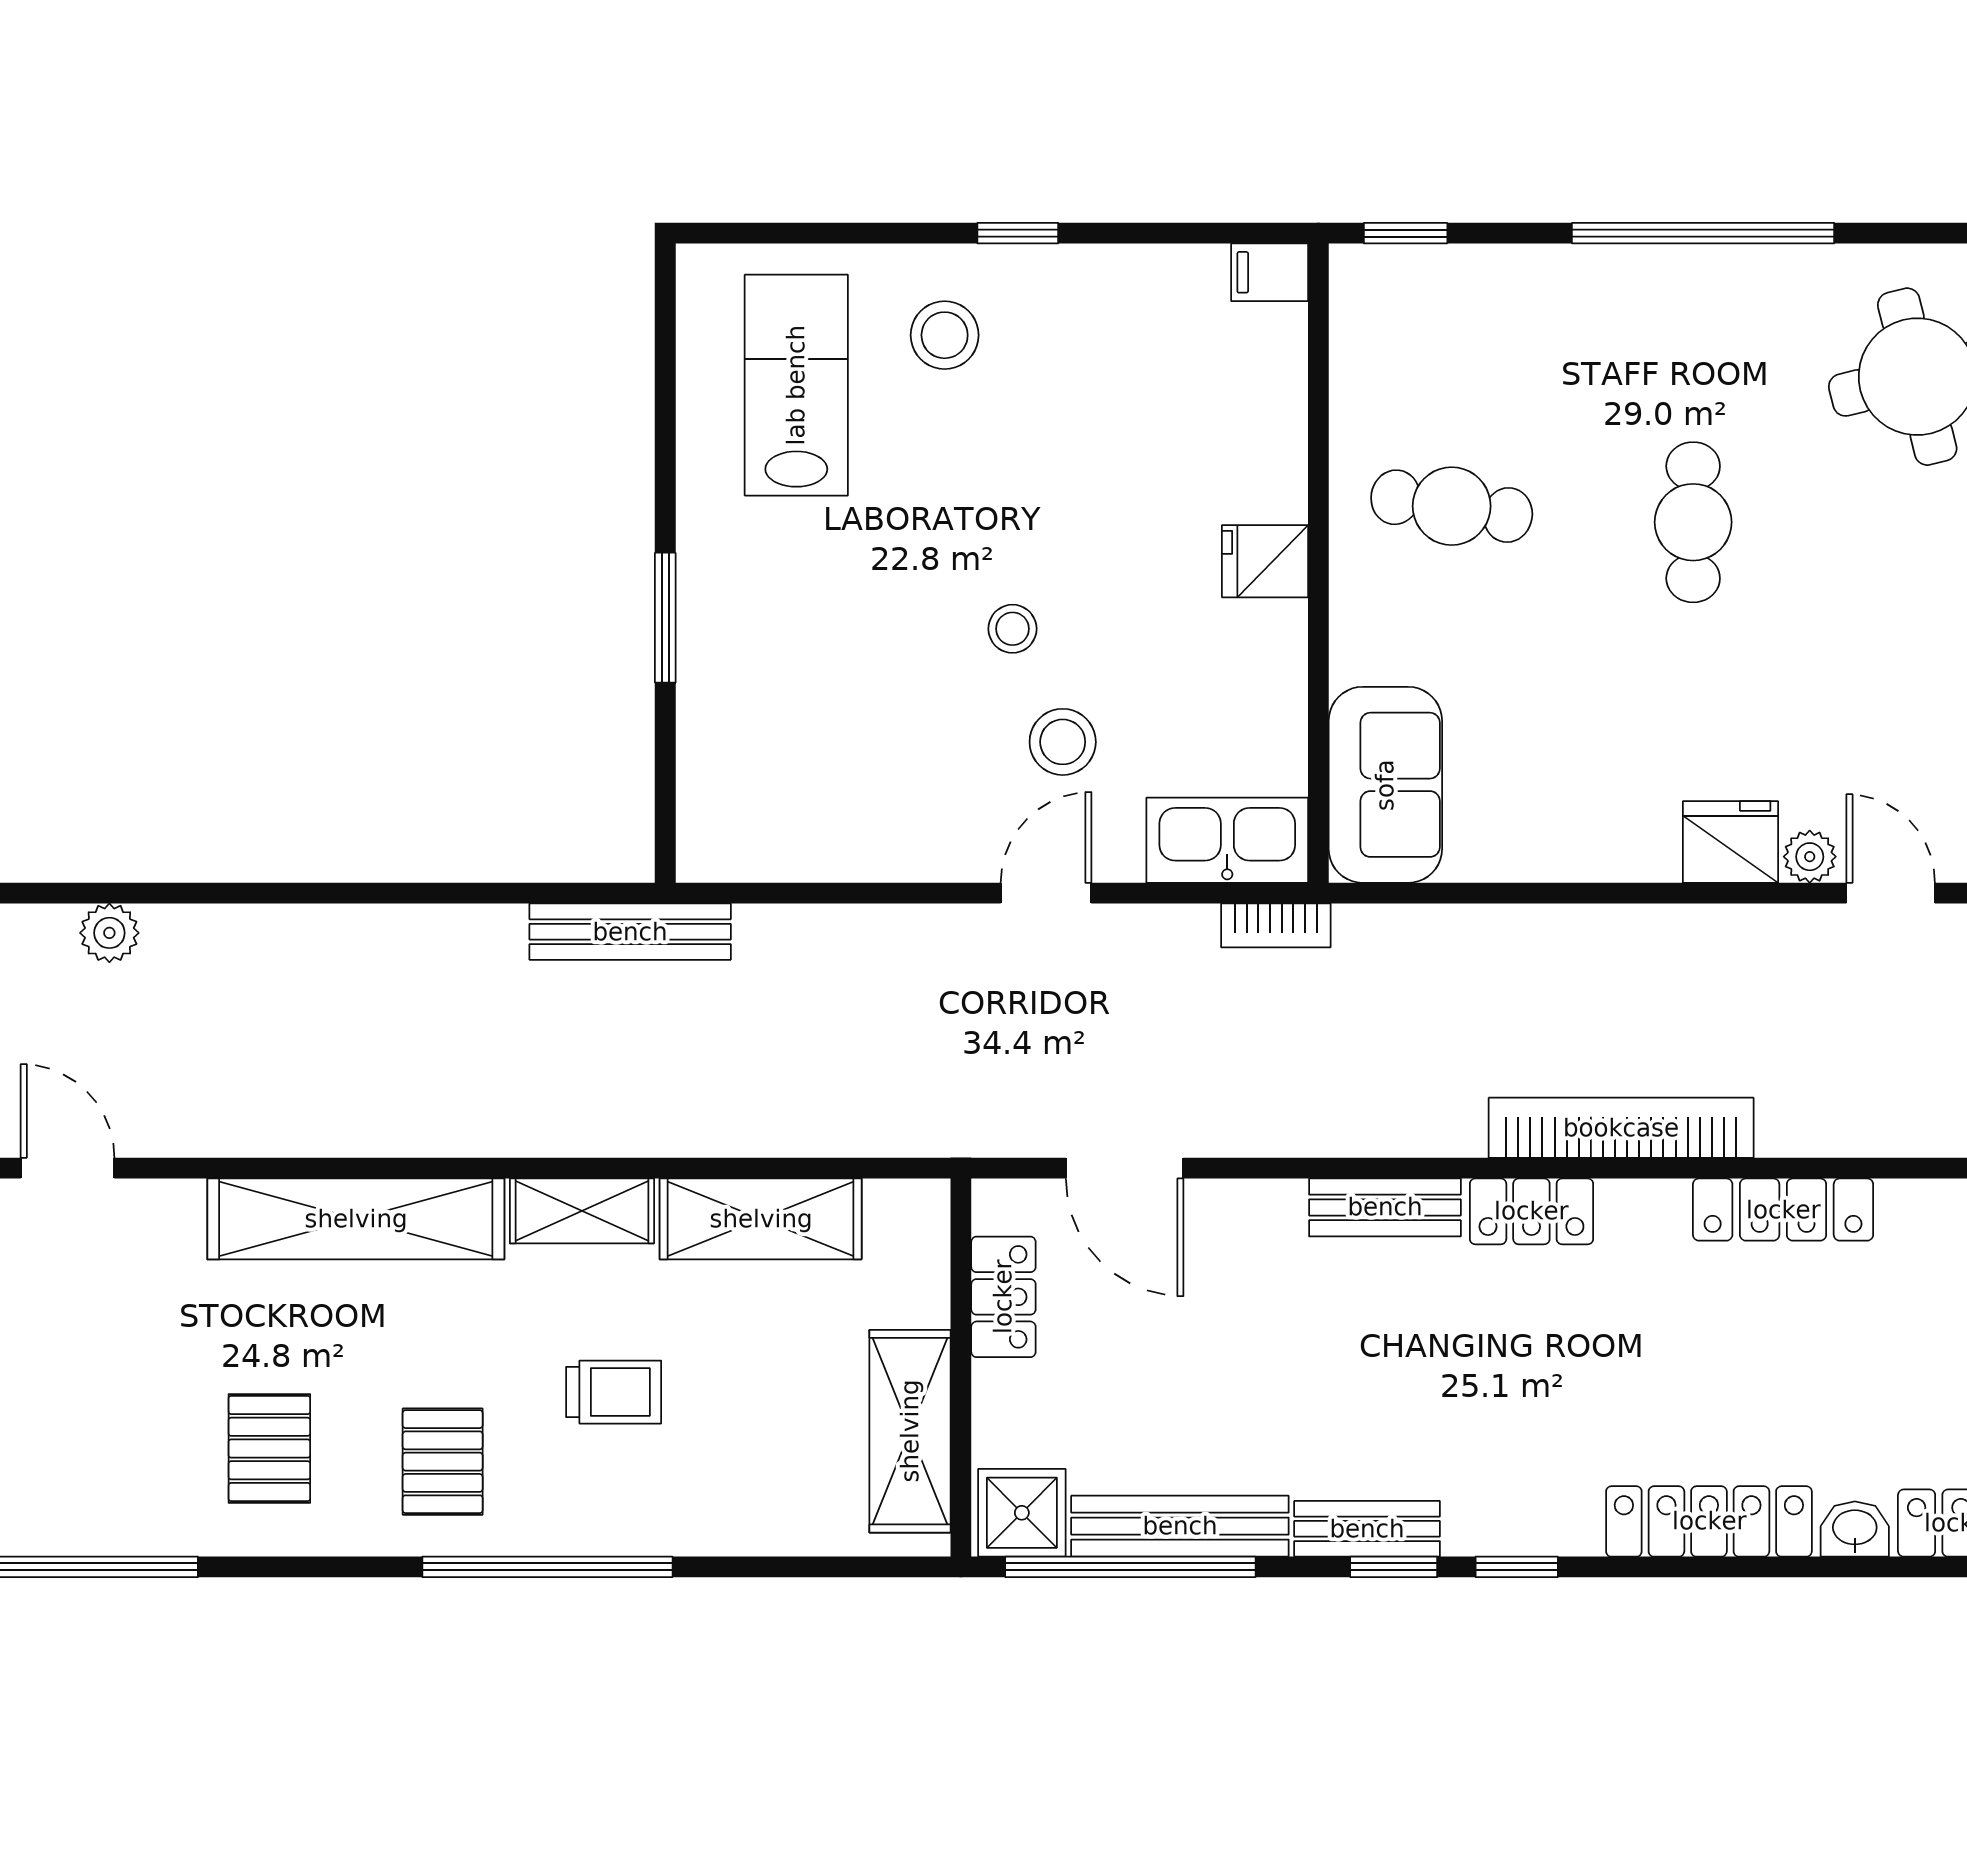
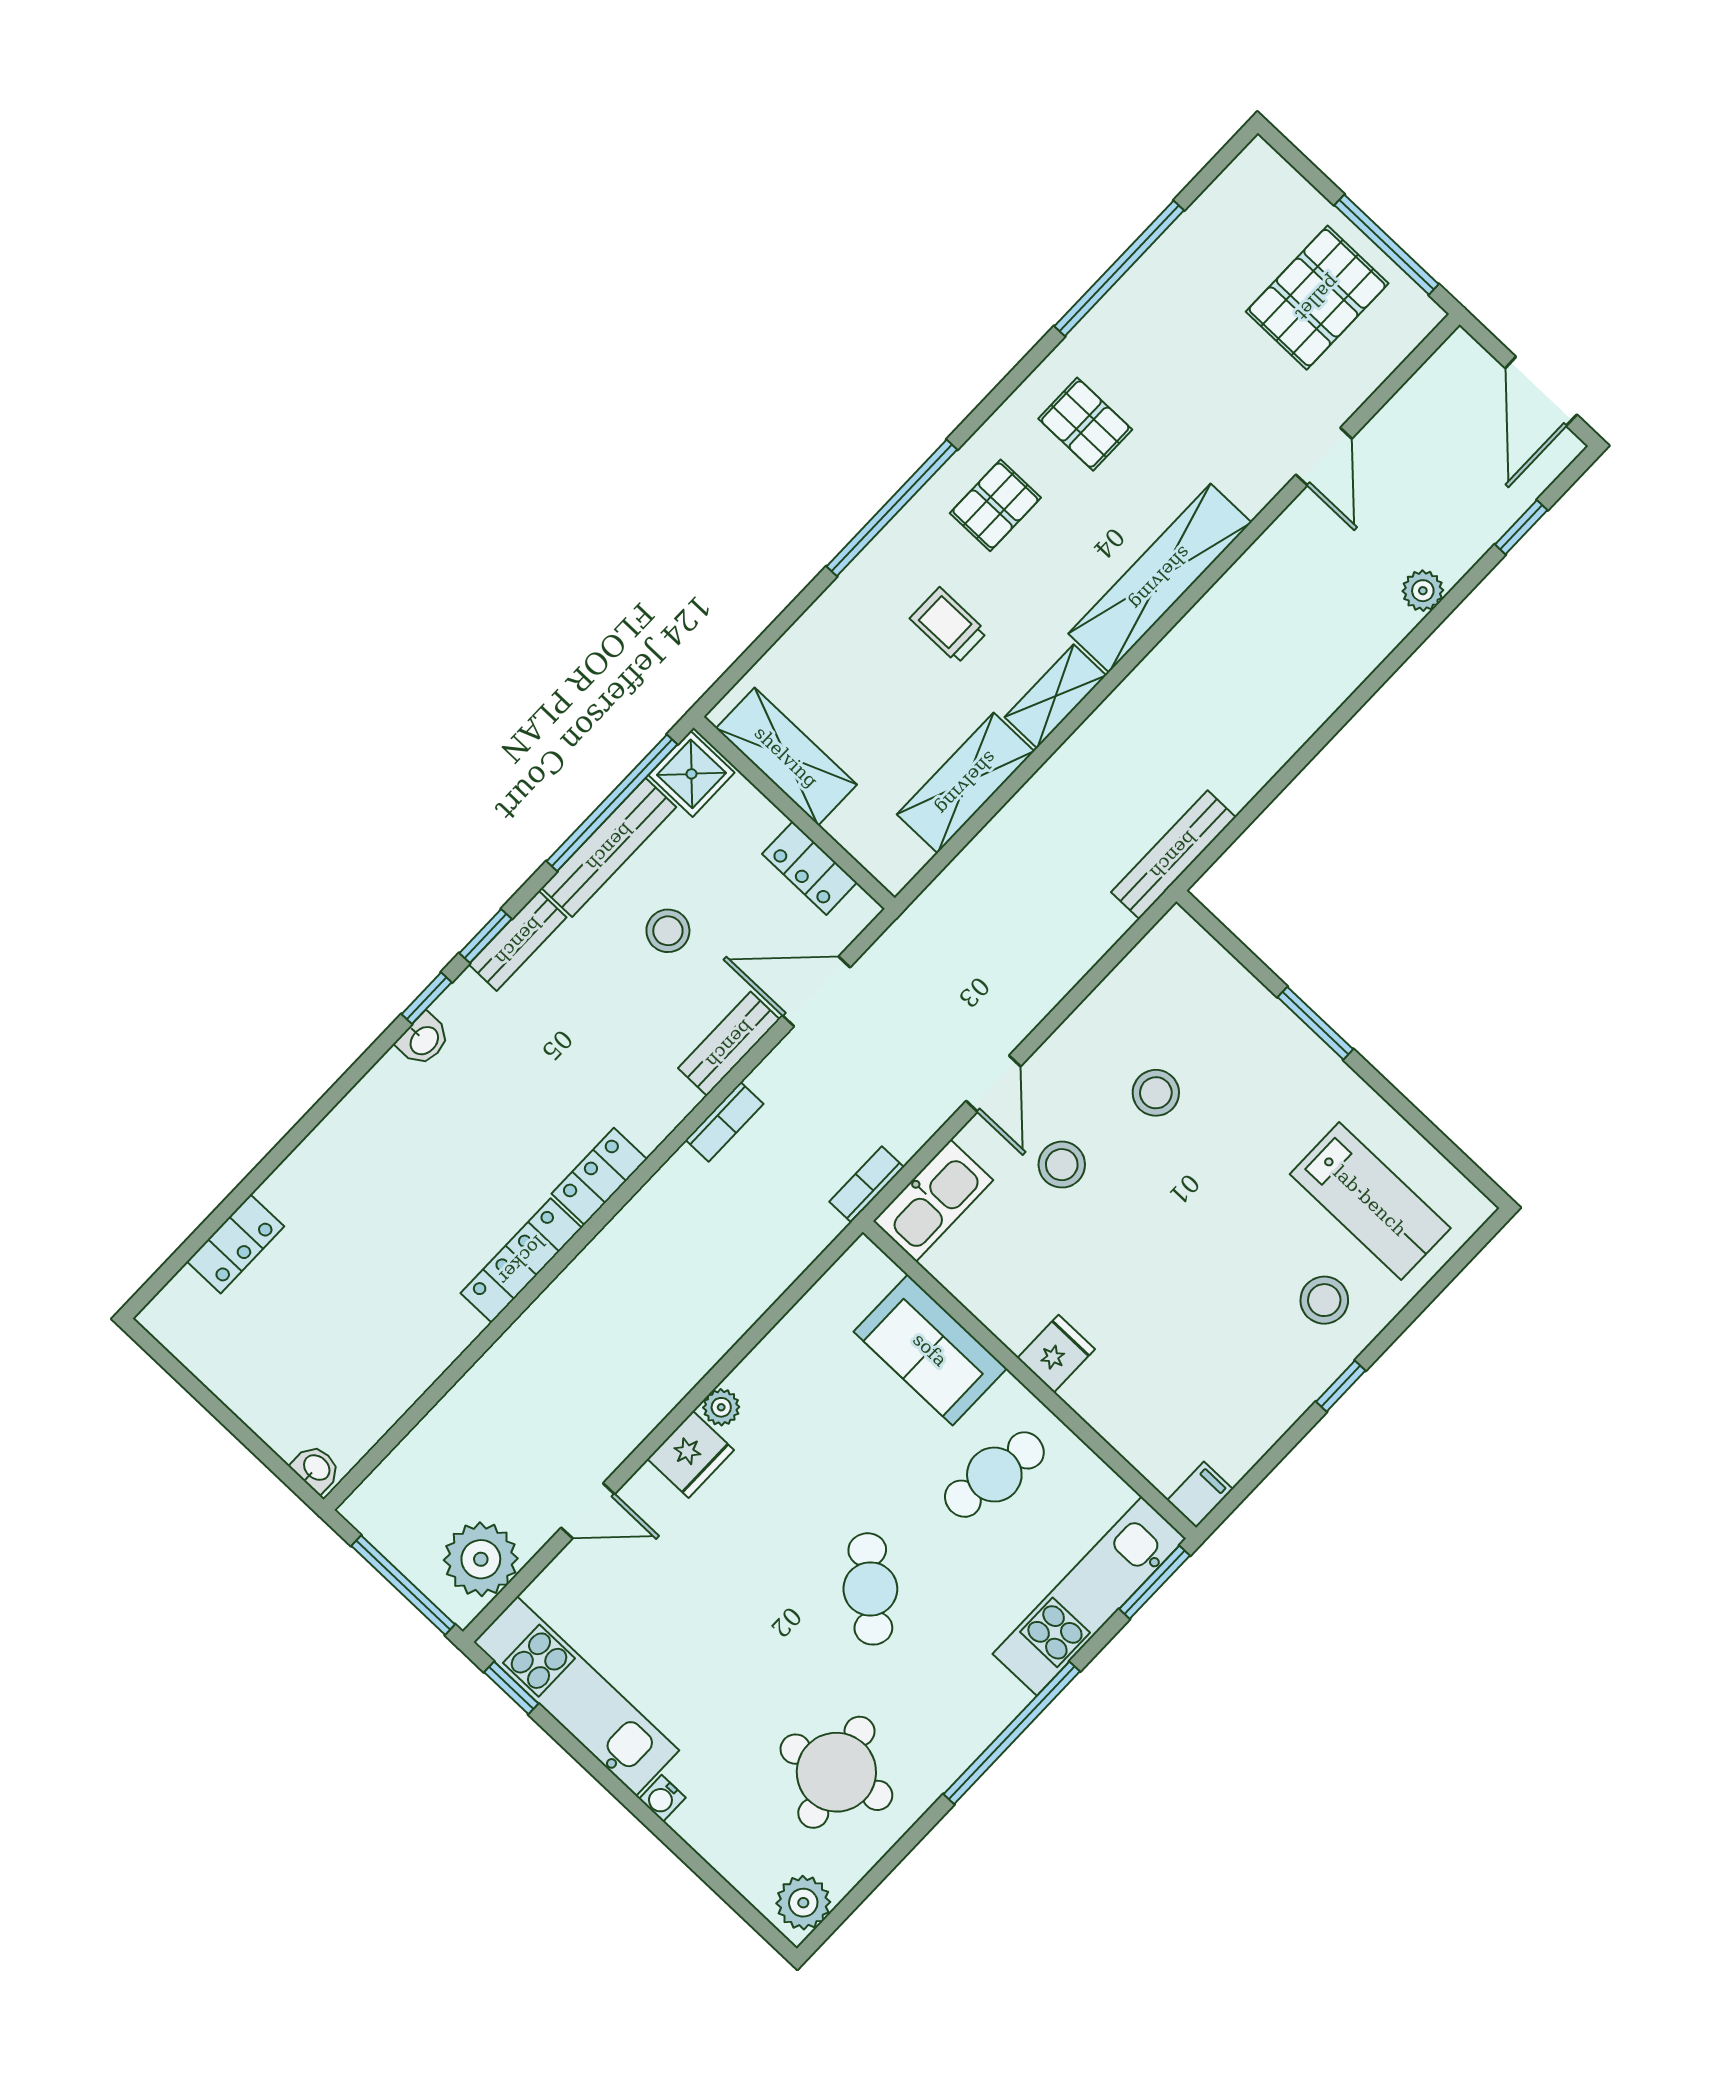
window: (1406, 233) -> (1155, 1582), width x1.50
kitchen unit: (1484, 287) -> (1089, 1596), added
cafe table: (1693, 522) -> (870, 1589), turned 42
stool: (1012, 629) -> (1156, 1093), moved, width x1.37, depth x1.37
sofa: (1385, 785) -> (930, 1350), moved
plant: (1810, 857) -> (721, 1407), moved
bookcase: (1621, 1128) -> (724, 1122), moved, width x0.43, depth x0.76
door: (68, 1168) -> (1324, 457), hinge flipped
bench: (1385, 1207) -> (729, 1044), moved
locker: (1783, 1210) -> (521, 1260), moved
stool: (1208, 1382) -> (668, 931), added
trolley: (614, 1392) -> (949, 625), turned 90
pallet: (443, 1462) -> (995, 505), turned 90
locker: (1709, 1521) -> (357, 1117), removed
washbasin: (1855, 1529) -> (423, 1040), moved

